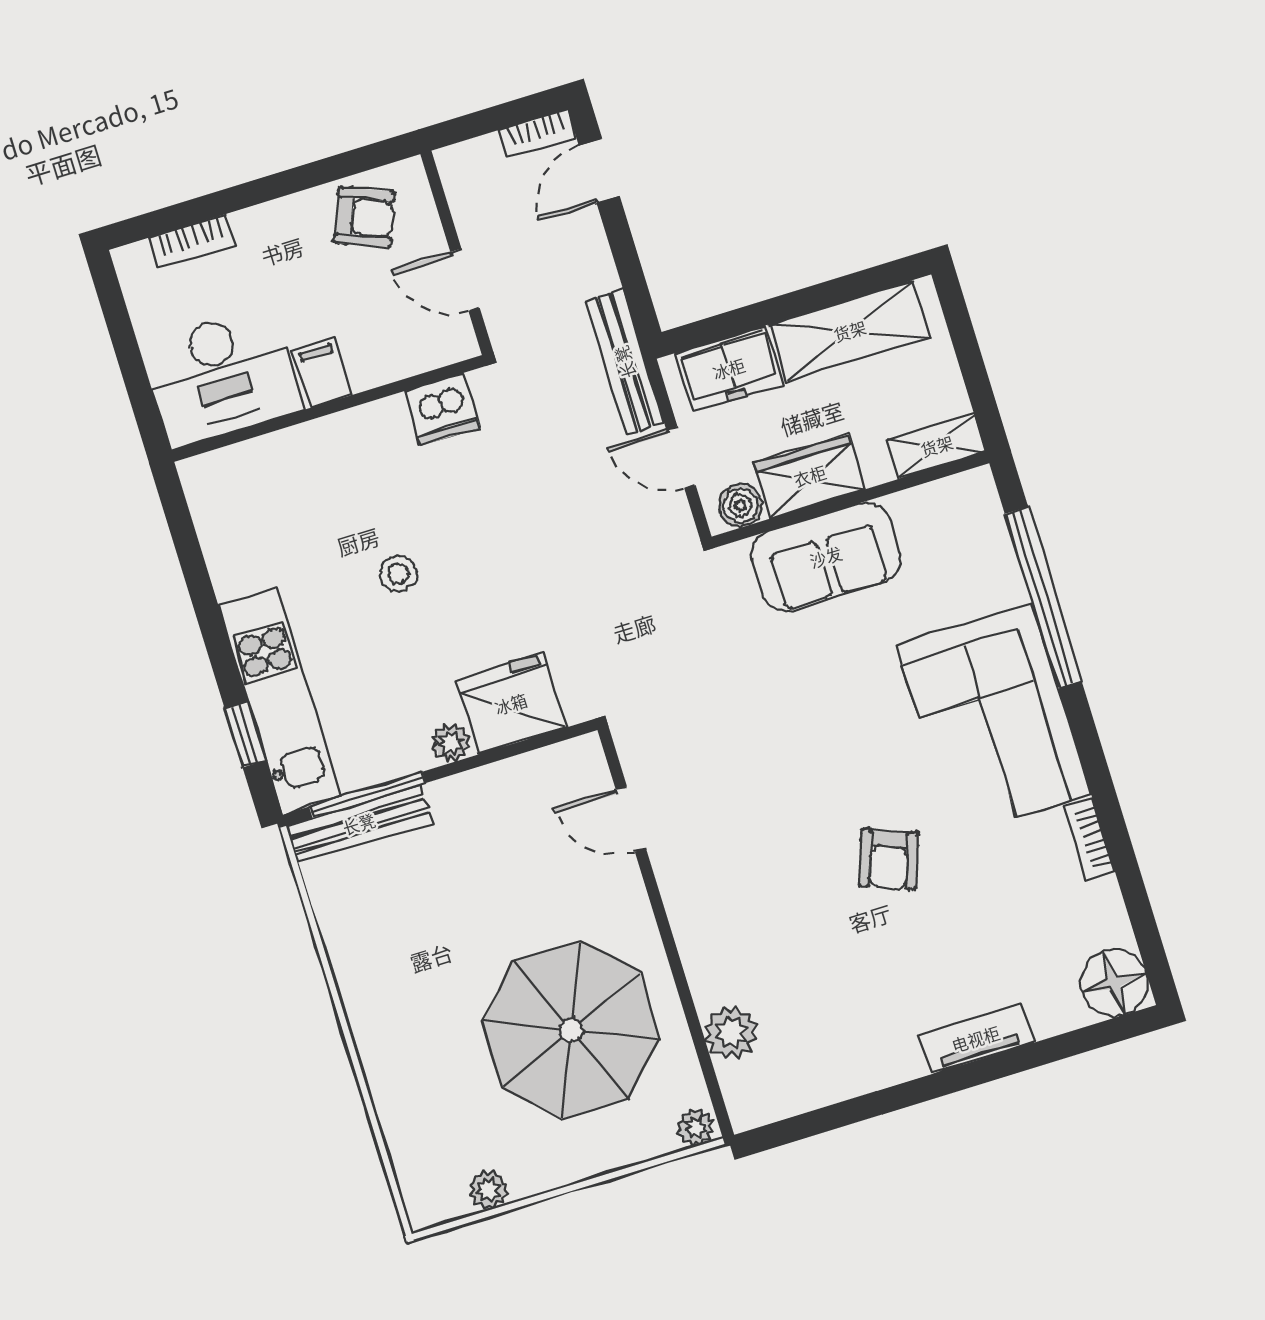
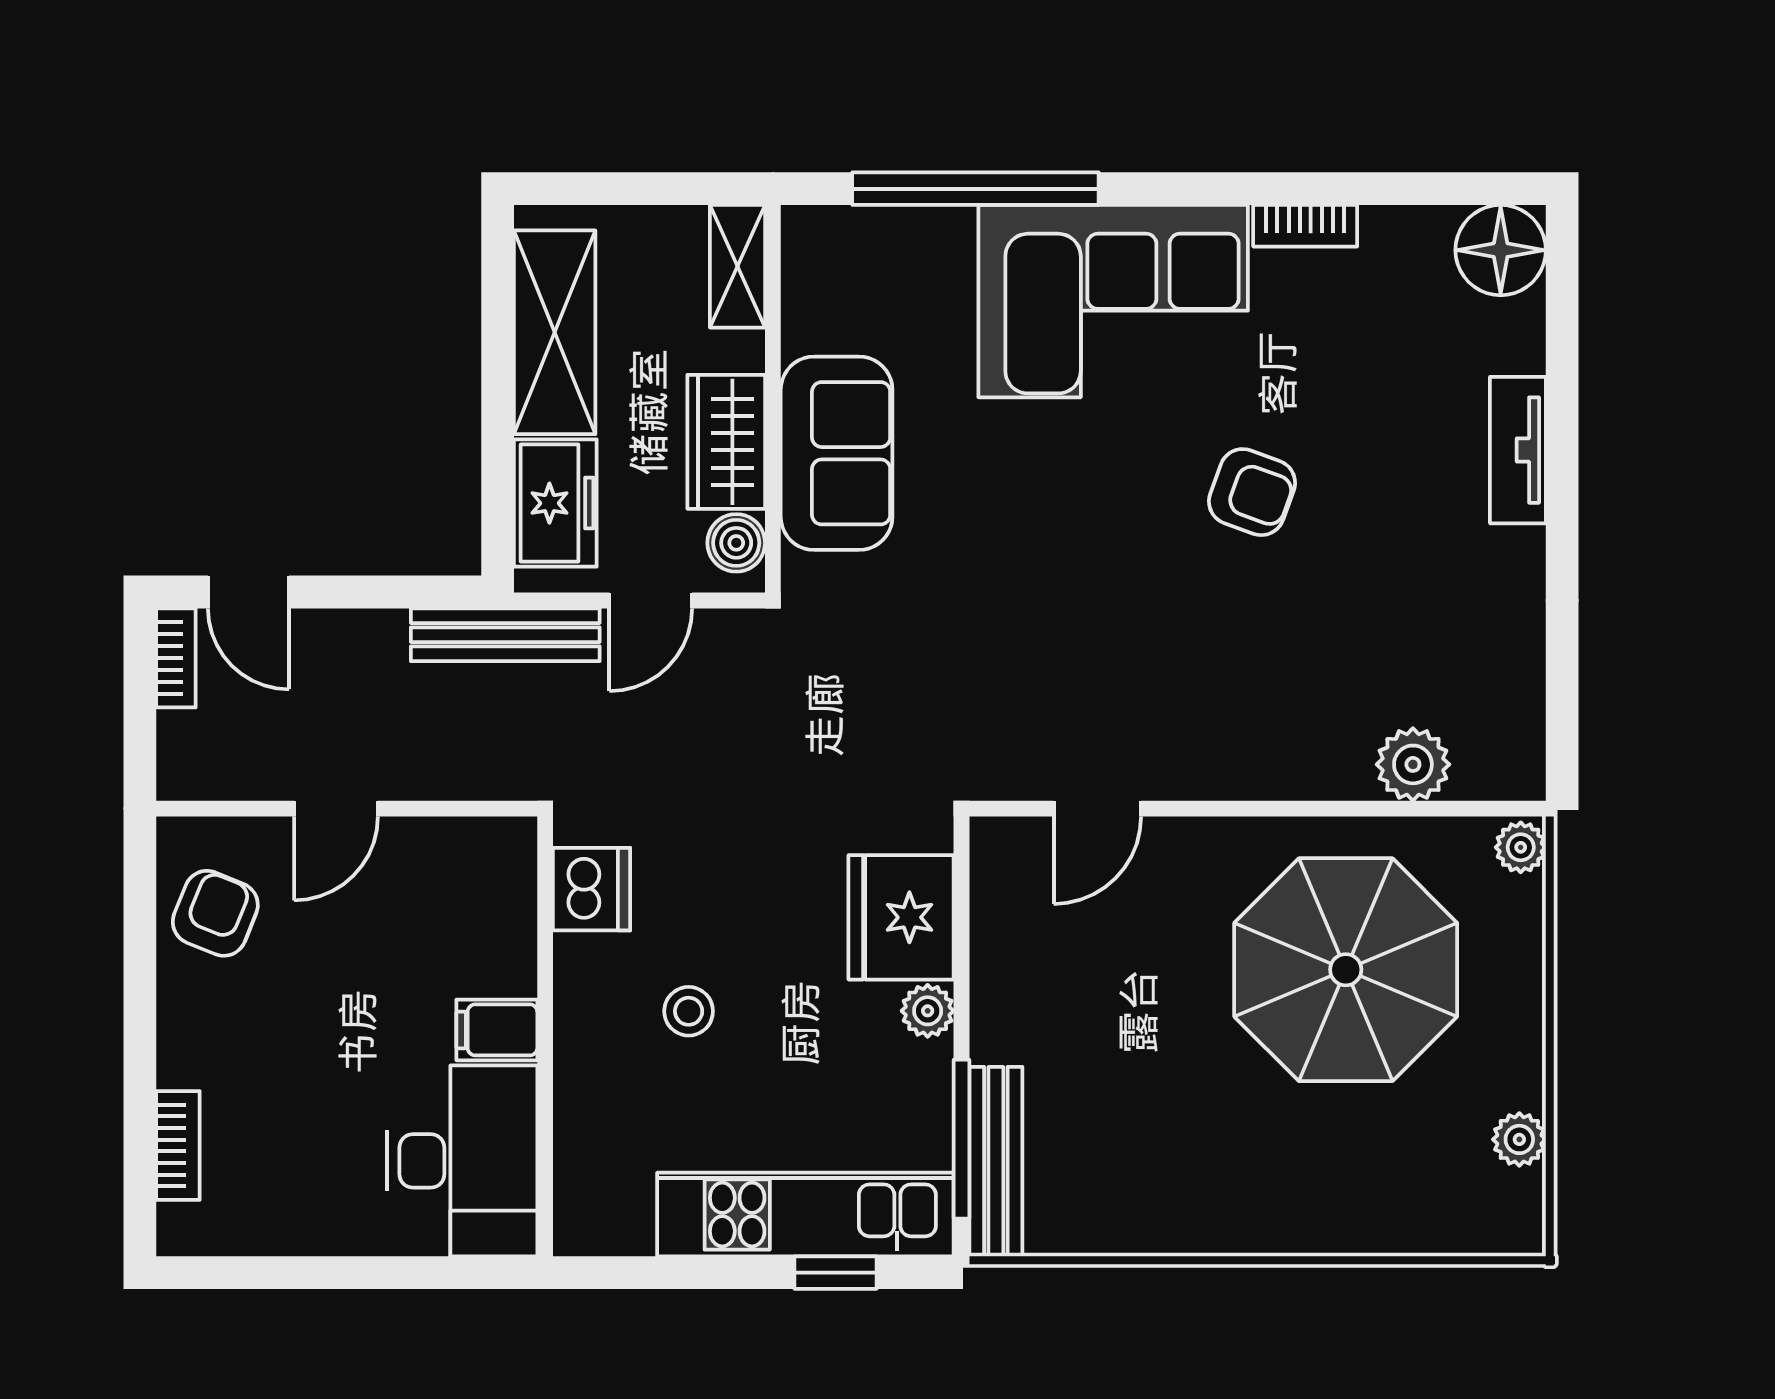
filing cabinet: (322, 373) -> (497, 1030), moved
desk: (222, 377) -> (462, 1161), moved
wall: (328, 408) -> (545, 1036), moved
dishwasher: (442, 409) -> (592, 889), moved

